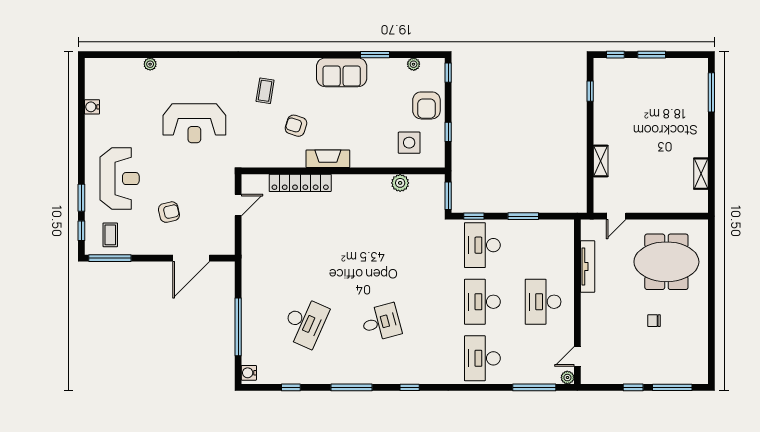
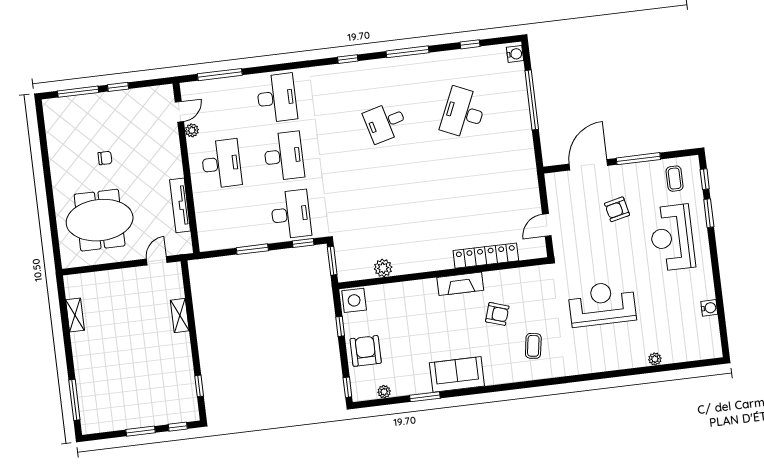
side table: (409, 143) -> (354, 300), moved
window: (110, 258) -> (638, 159), moved
plant: (567, 378) -> (192, 130), moved

